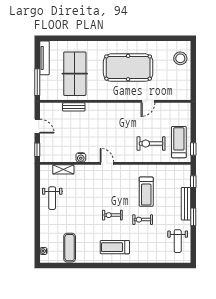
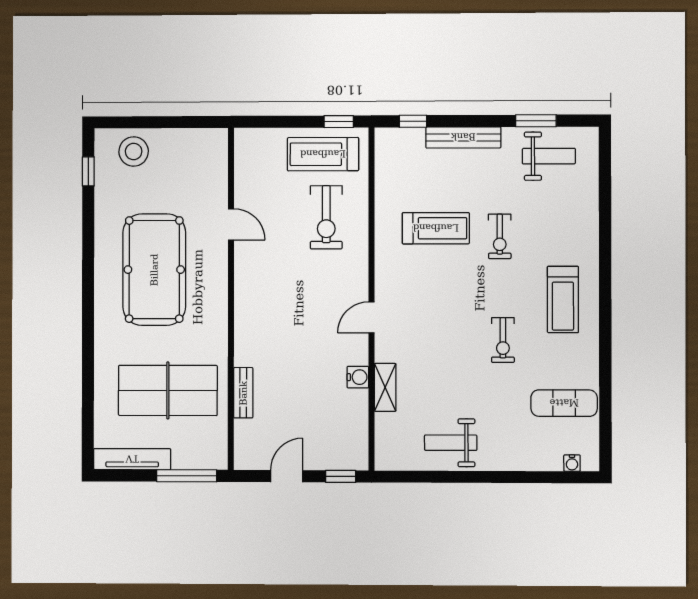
window: (172, 38) -> (88, 171), added
shelving: (63, 169) -> (385, 387), moved
weight bench: (52, 198) -> (451, 443), turned 180
exercise bike: (112, 215) -> (503, 340), moved
window: (193, 217) -> (536, 121), moved

